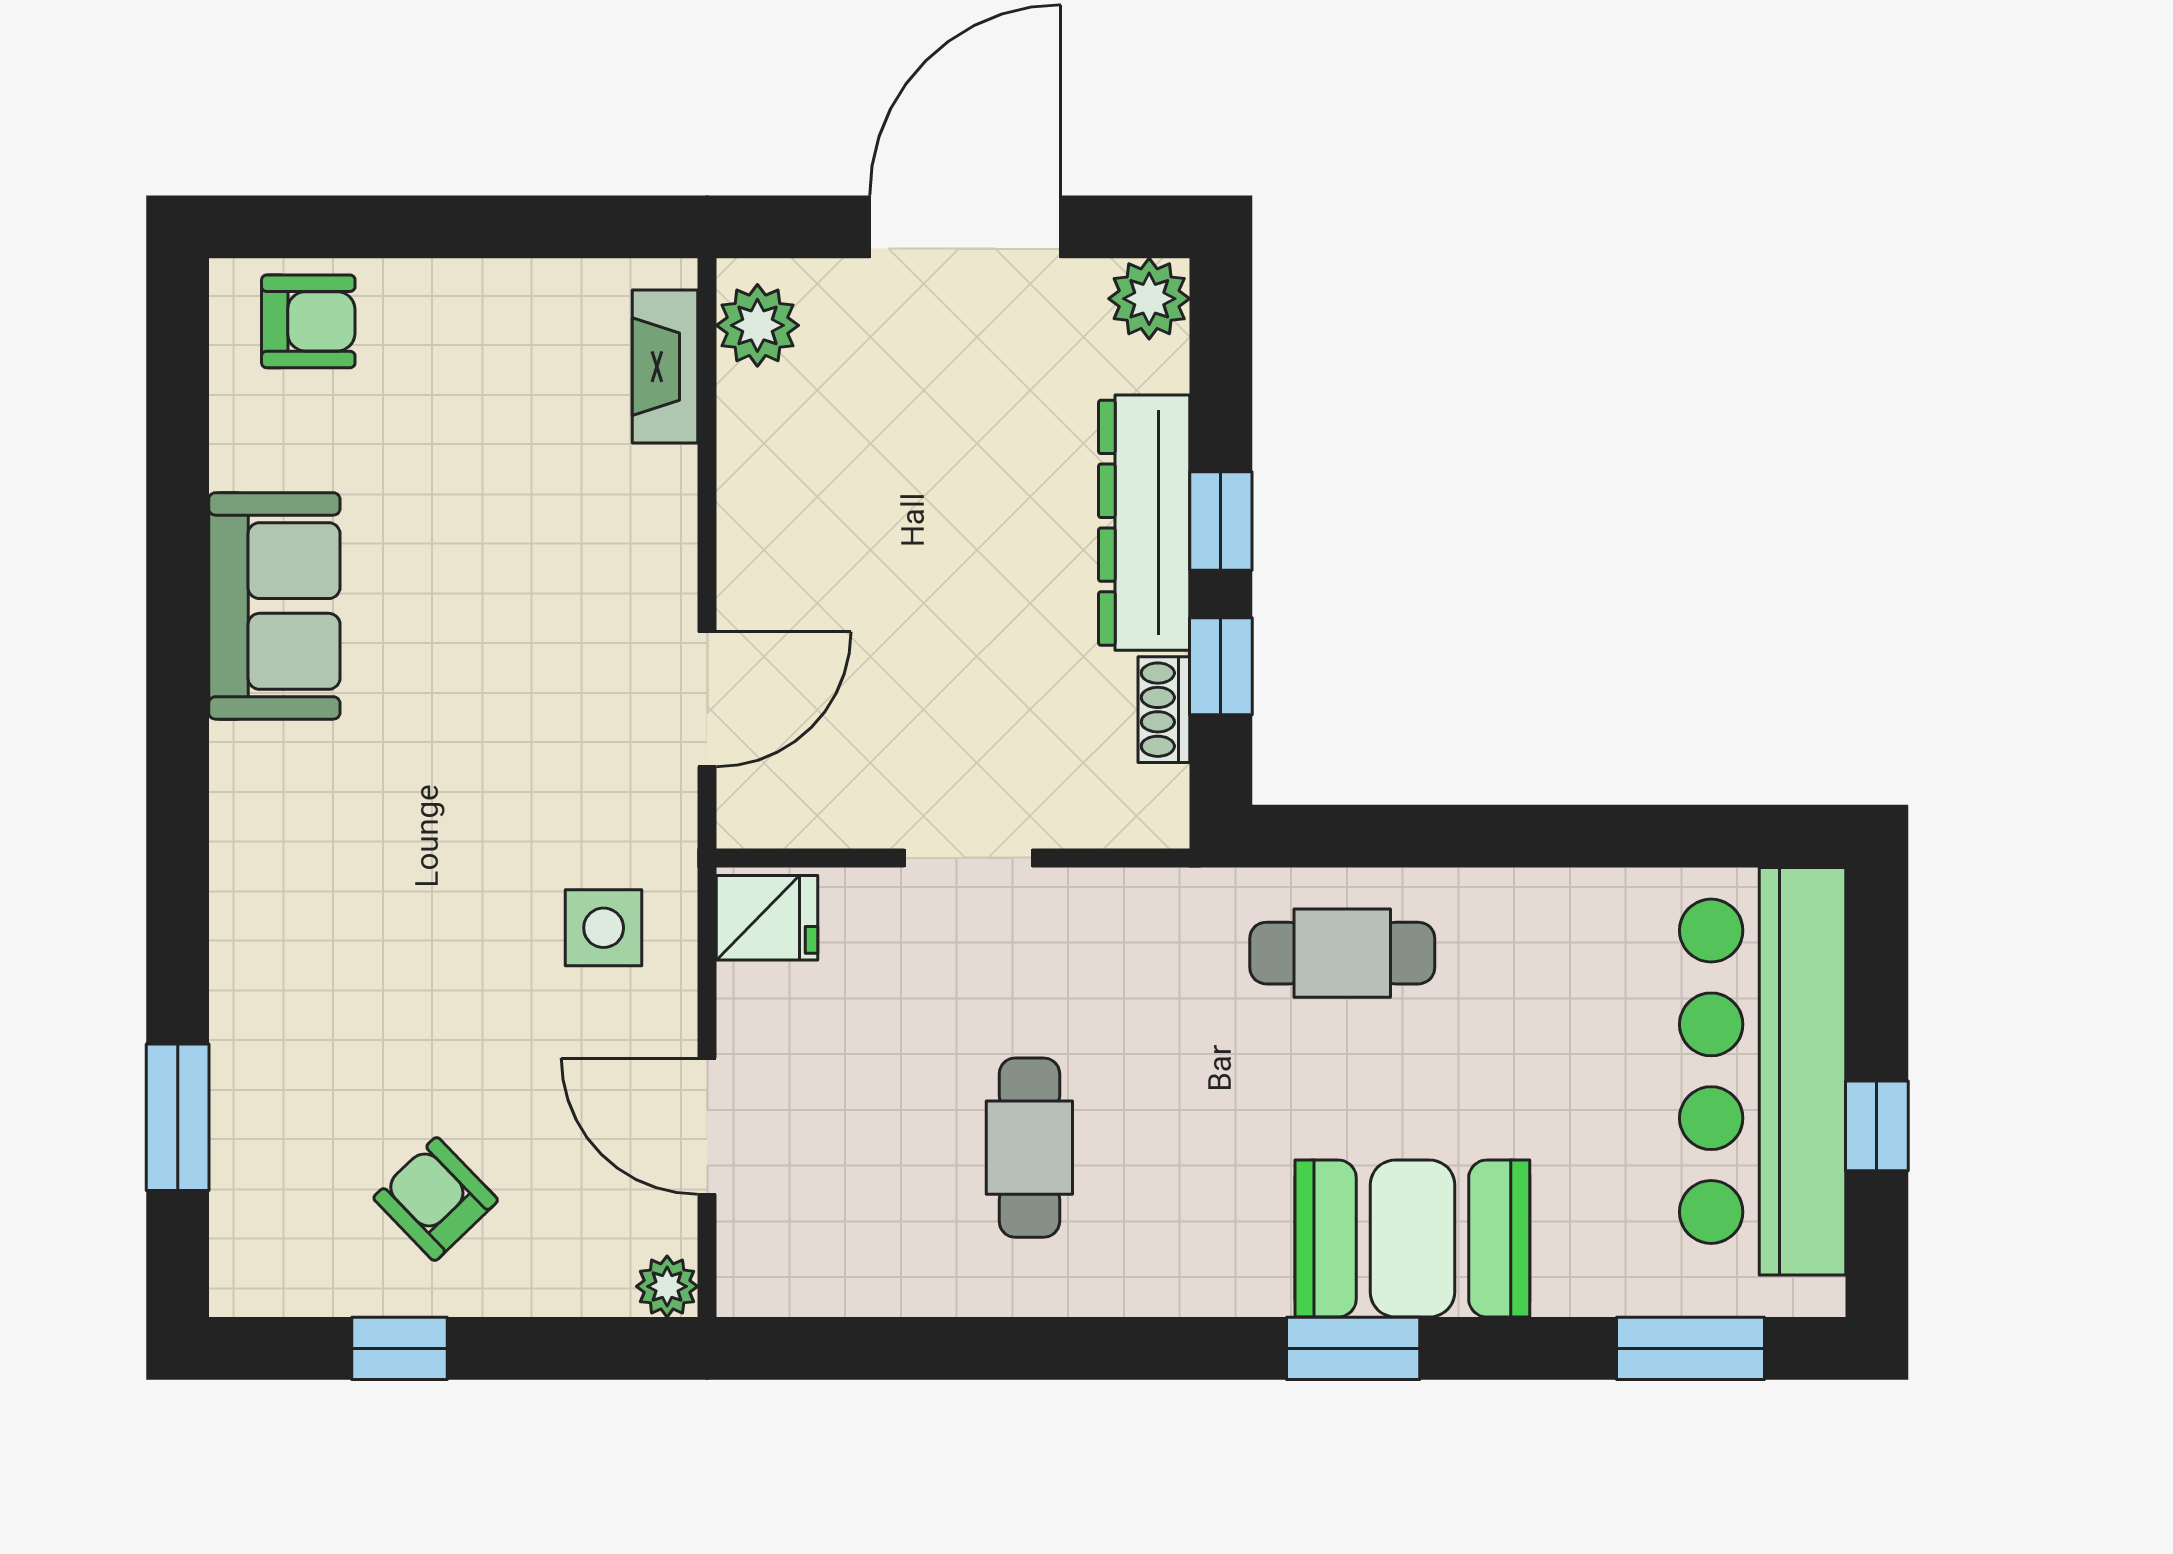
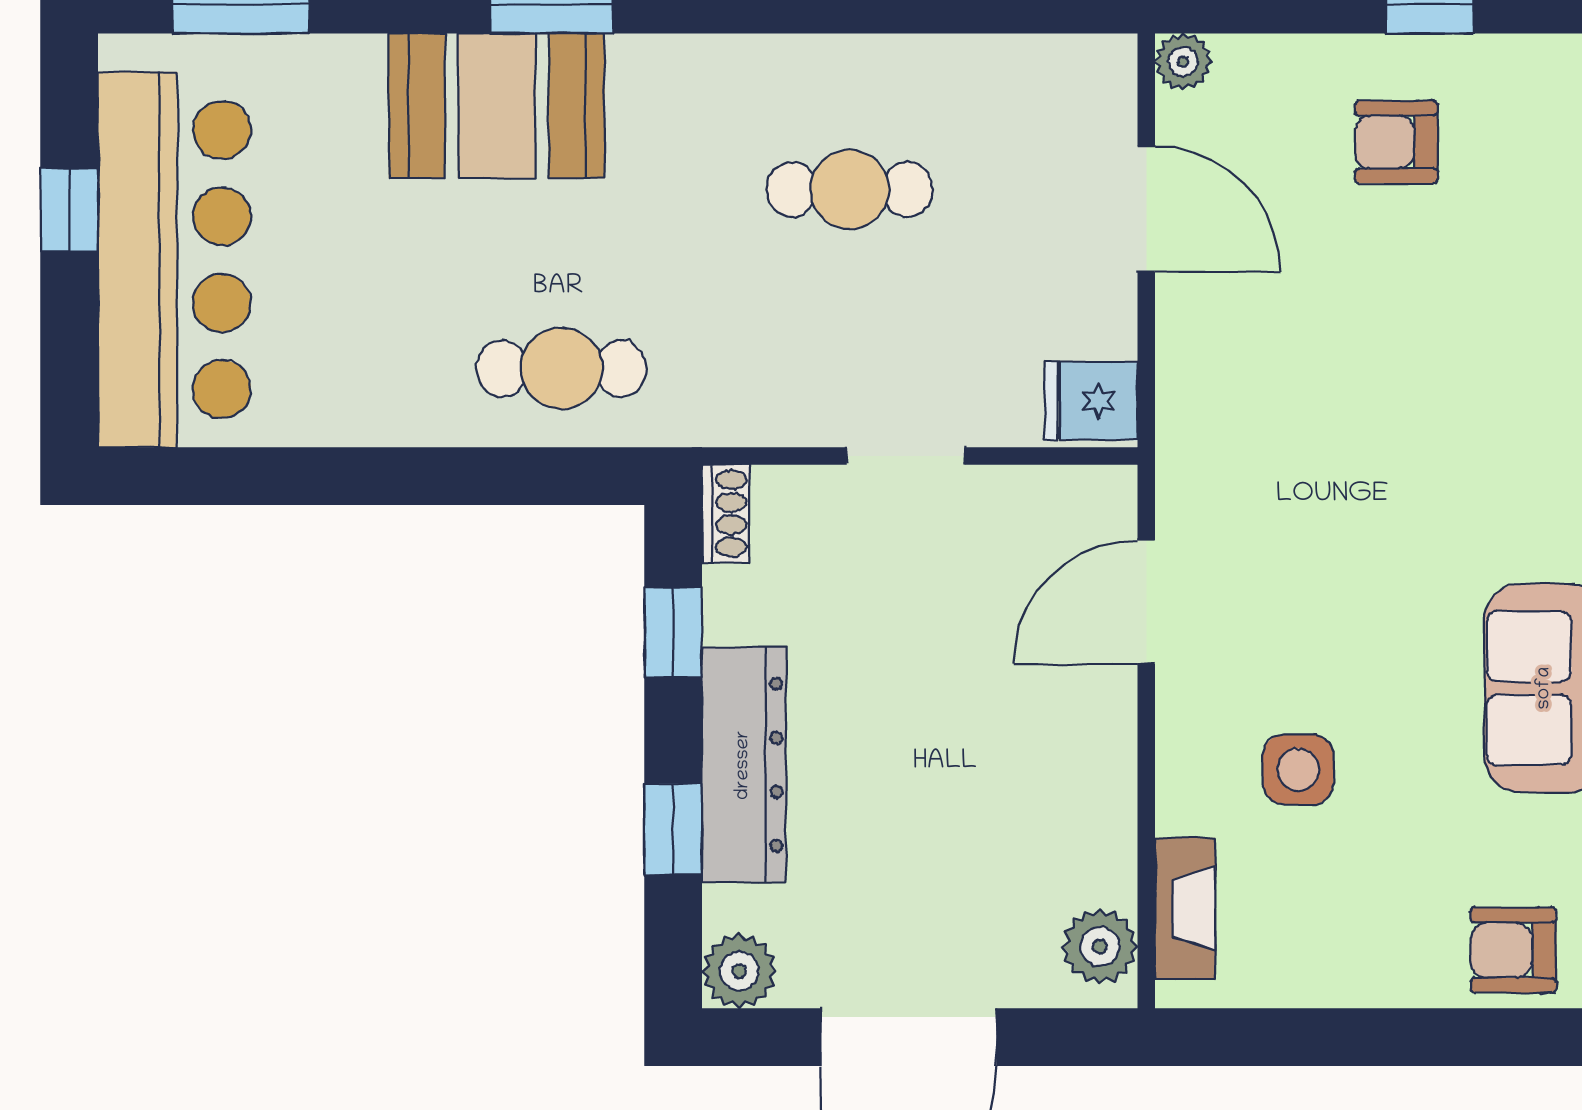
window: (1221, 521) -> (673, 829), moved
shoe rack: (1164, 710) -> (726, 514), moved
side table: (604, 928) -> (1298, 769), moved
cafe table: (1029, 1148) -> (849, 189), turned 90
armchair: (436, 1199) -> (1396, 142), turned 134

